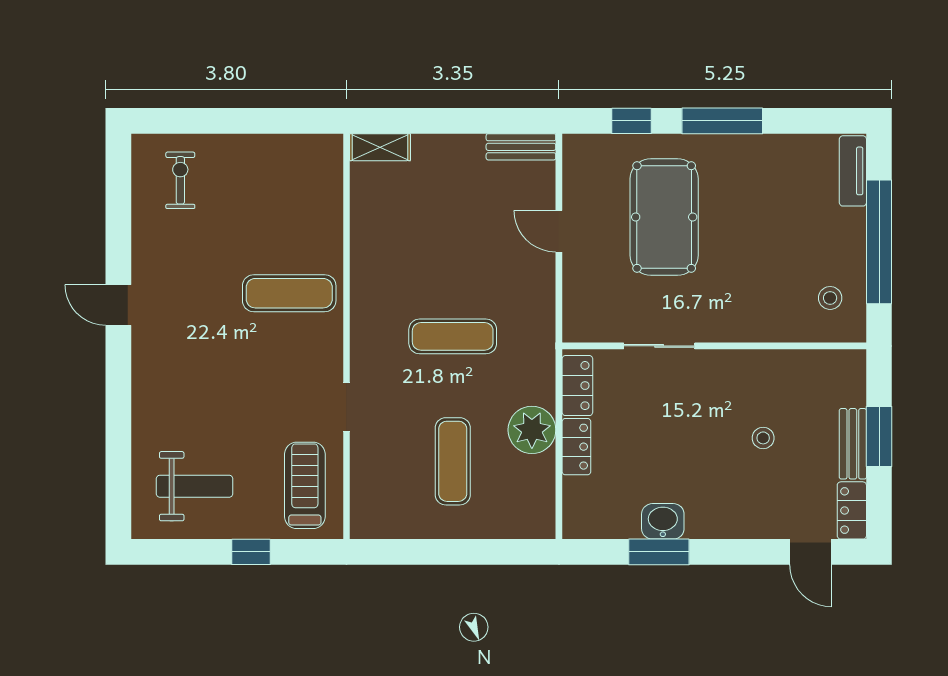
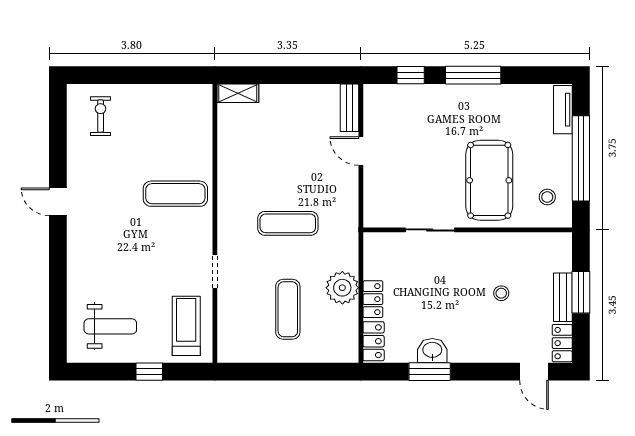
bench: (521, 147) -> (350, 108), moved, turned 90
pool table: (664, 217) -> (489, 180), moved
locker: (577, 386) -> (374, 341), moved

